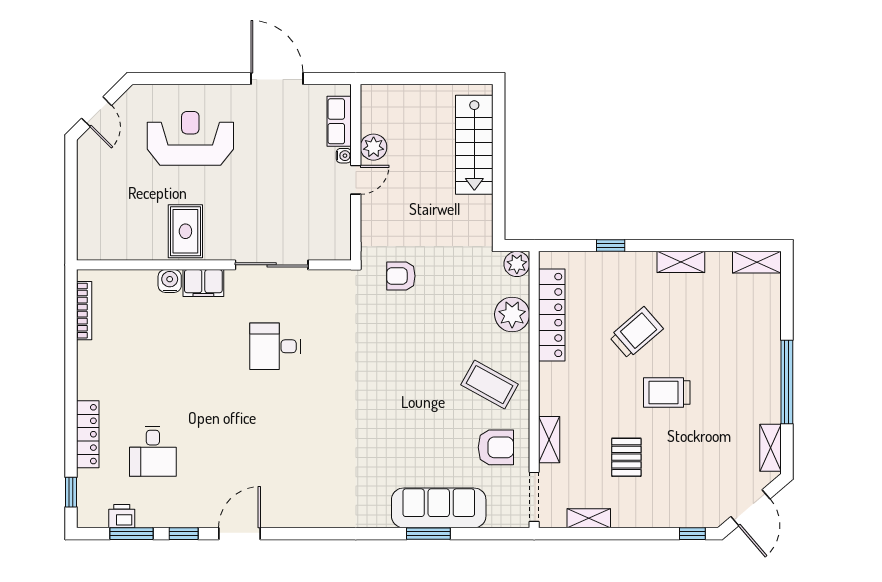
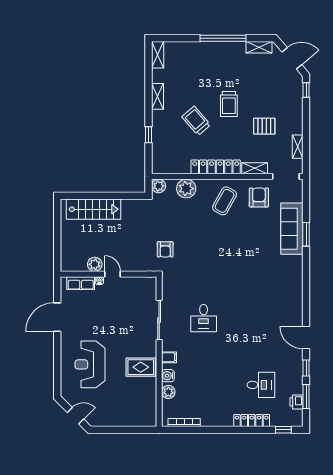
plant: (140, 282) -> (168, 392), added
filing cabinet: (203, 283) -> (169, 357), width x0.50
locker: (552, 315) -> (216, 167), moved

